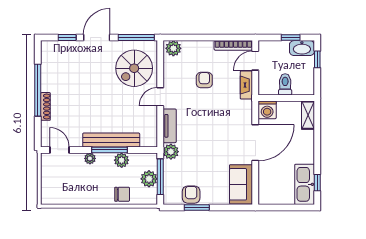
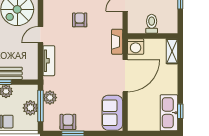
fireplace: (246, 85) -> (117, 42), moved
plant: (171, 152) -> (50, 98), moved

